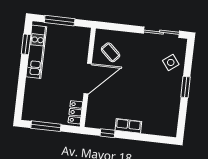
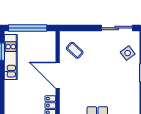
window: (60, 21) -> (28, 28), width x1.46
door: (88, 79) -> (58, 75), swing flipped

